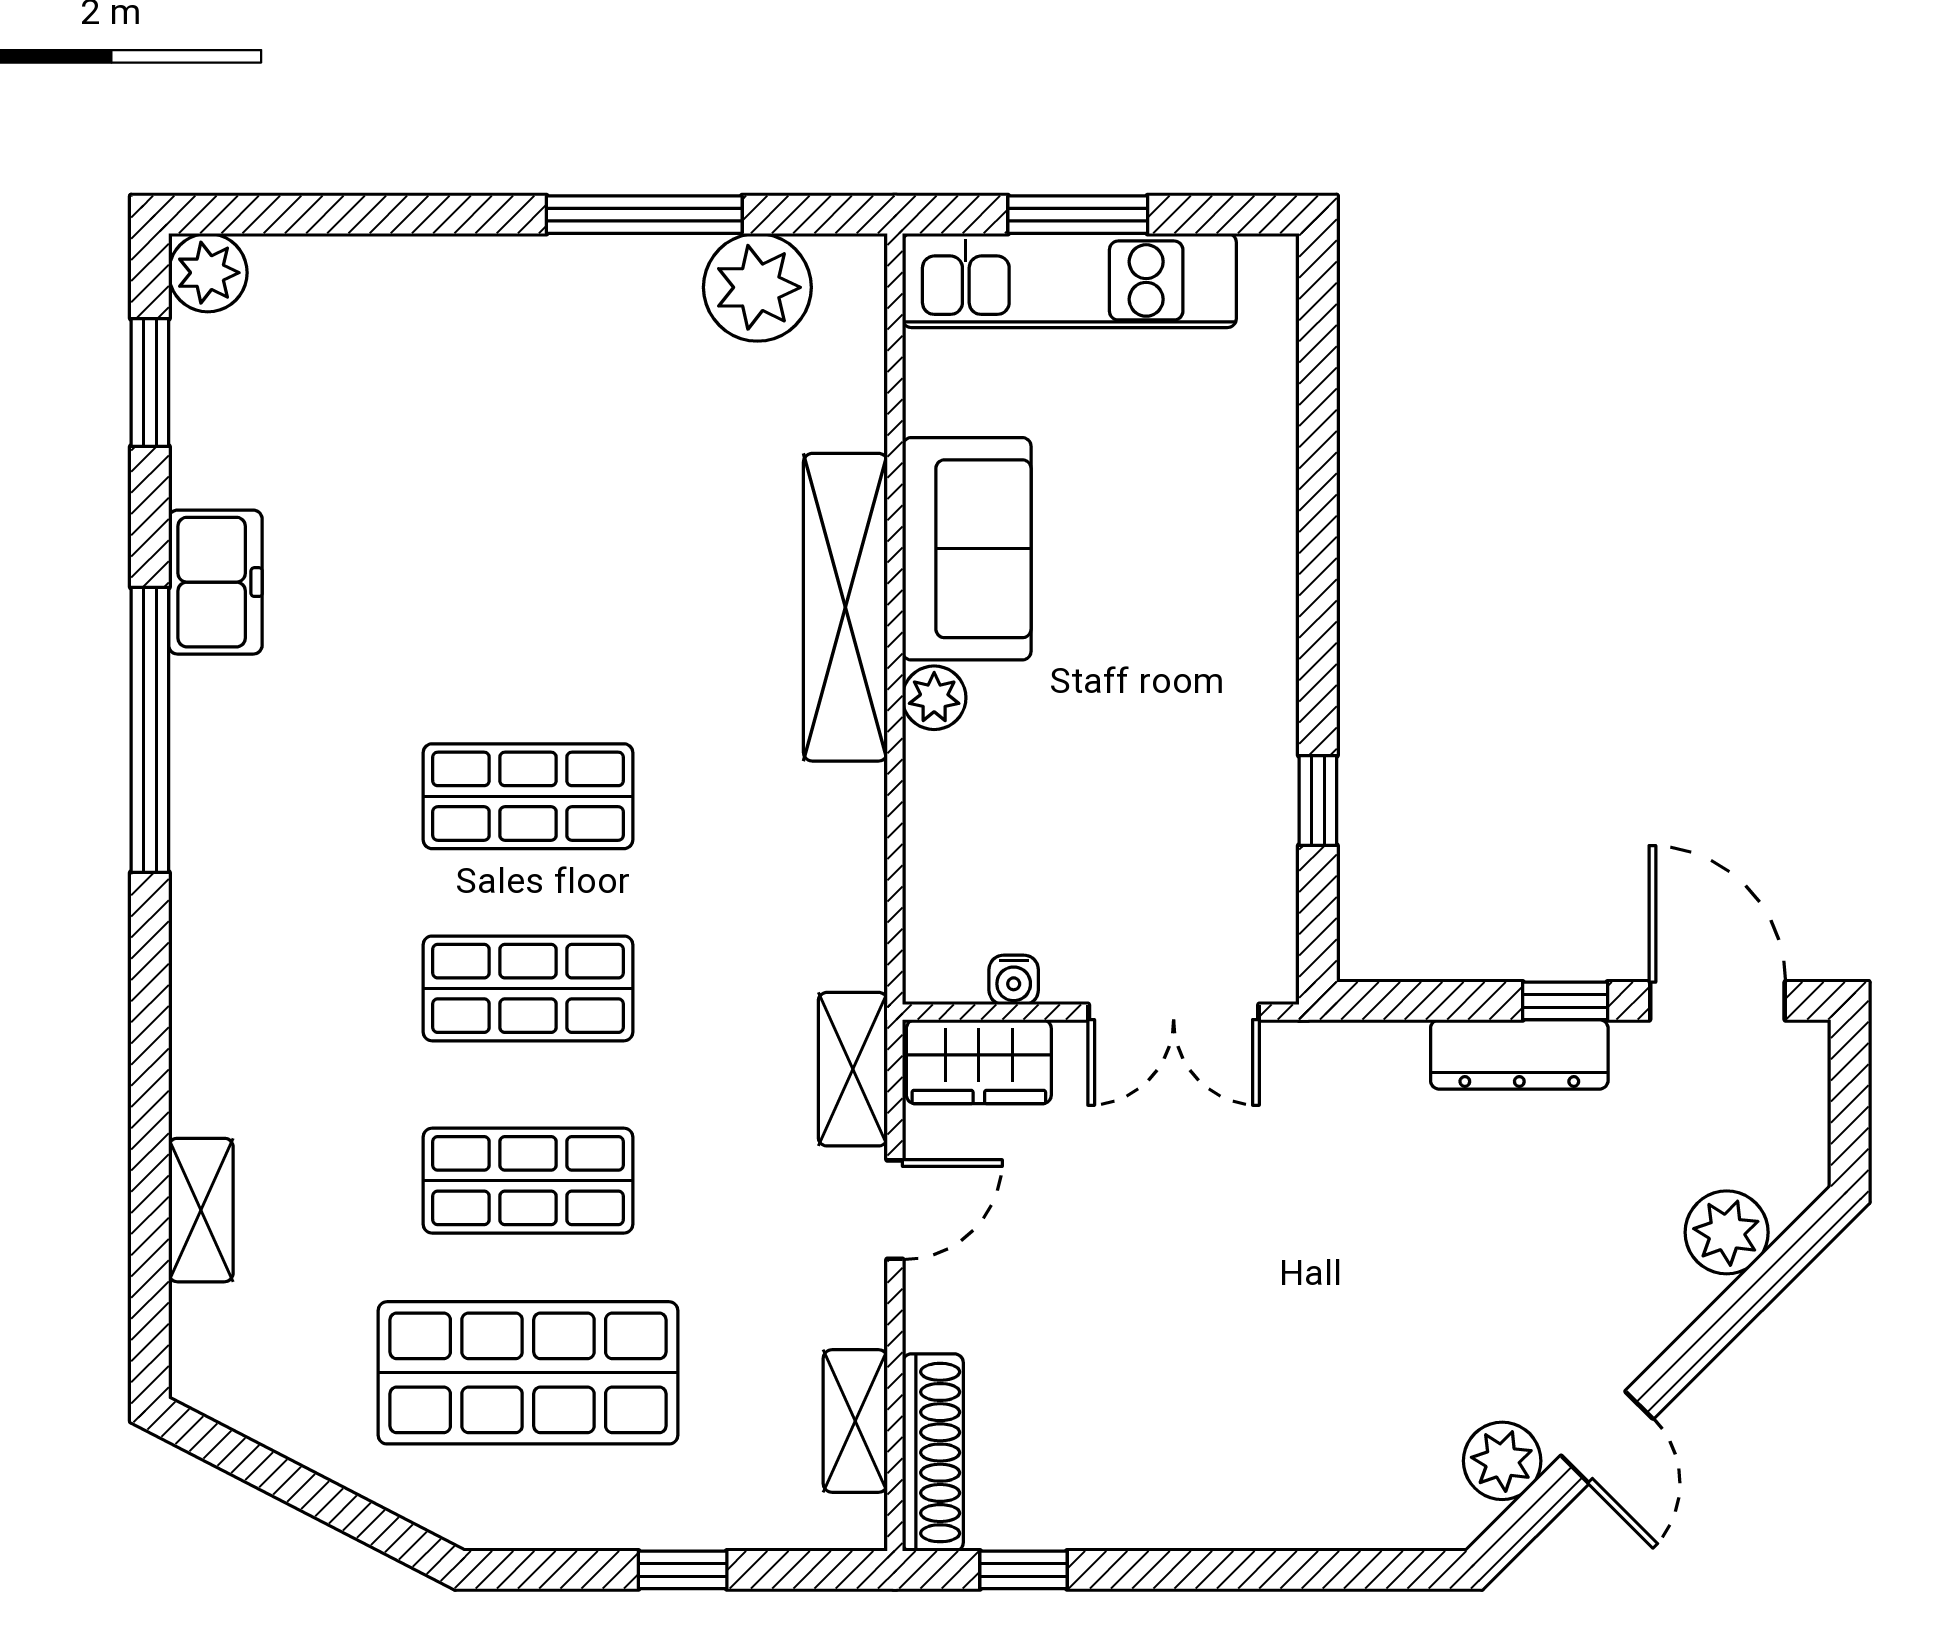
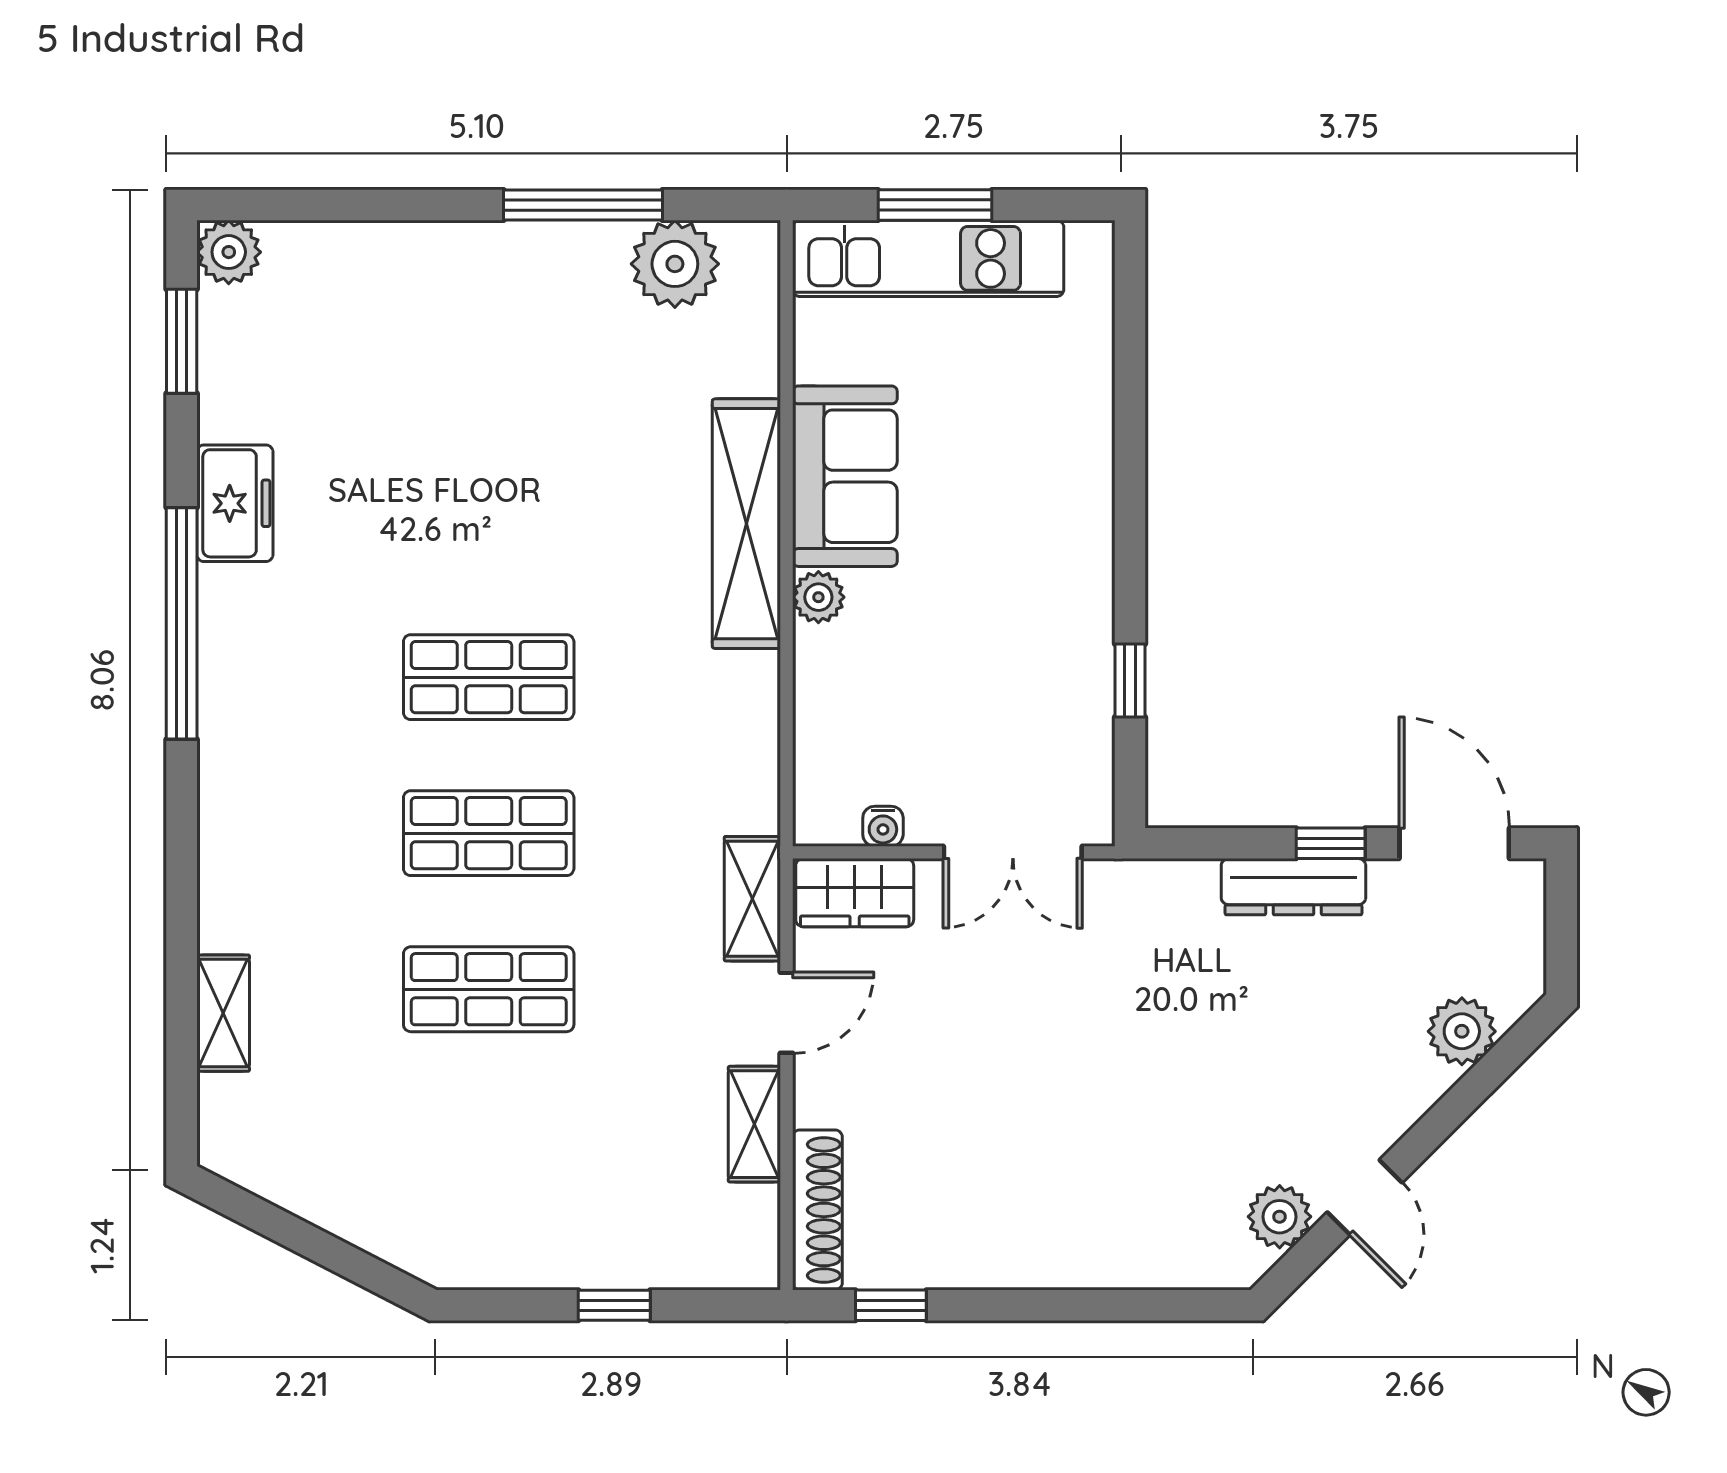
shop shelf: (528, 1373) -> (489, 1145), removed
shelving: (855, 1421) -> (754, 1124), moved

